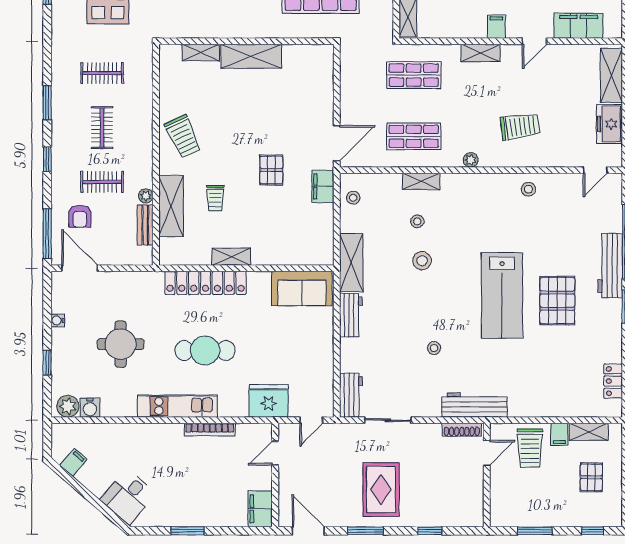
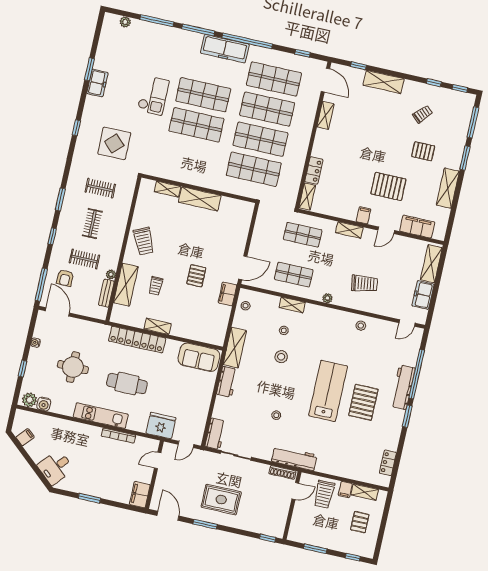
lab bench: (502, 295) -> (328, 391), turned 180
rug: (381, 490) -> (221, 500), turned 90
window: (430, 531) -> (268, 538), moved

